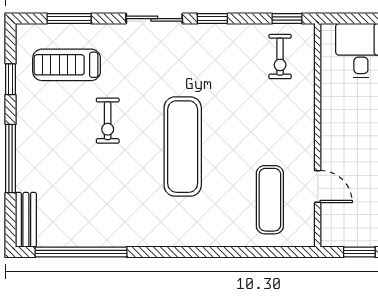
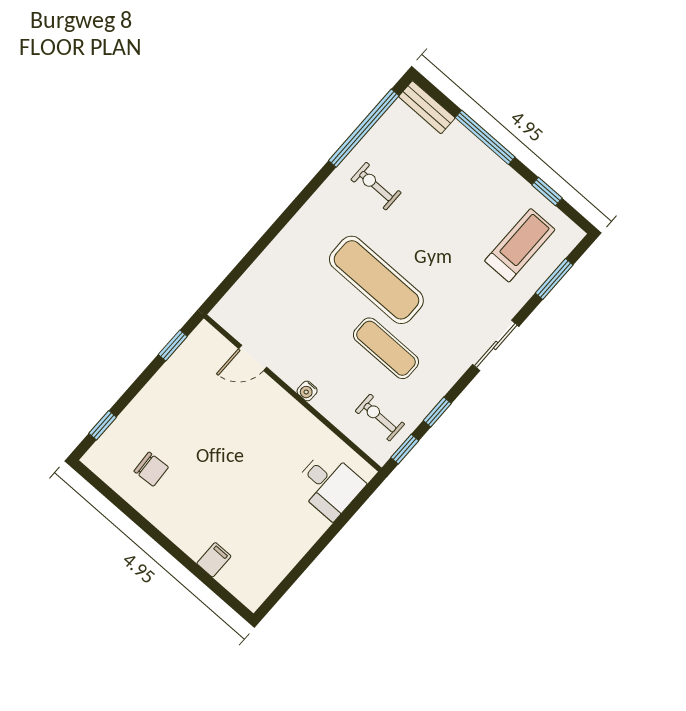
window: (212, 19) -> (437, 412), moved
exercise bike: (108, 121) -> (376, 186), moved
water cooler: (307, 126) -> (307, 391), added
exercise mat: (270, 200) -> (386, 348), moved

